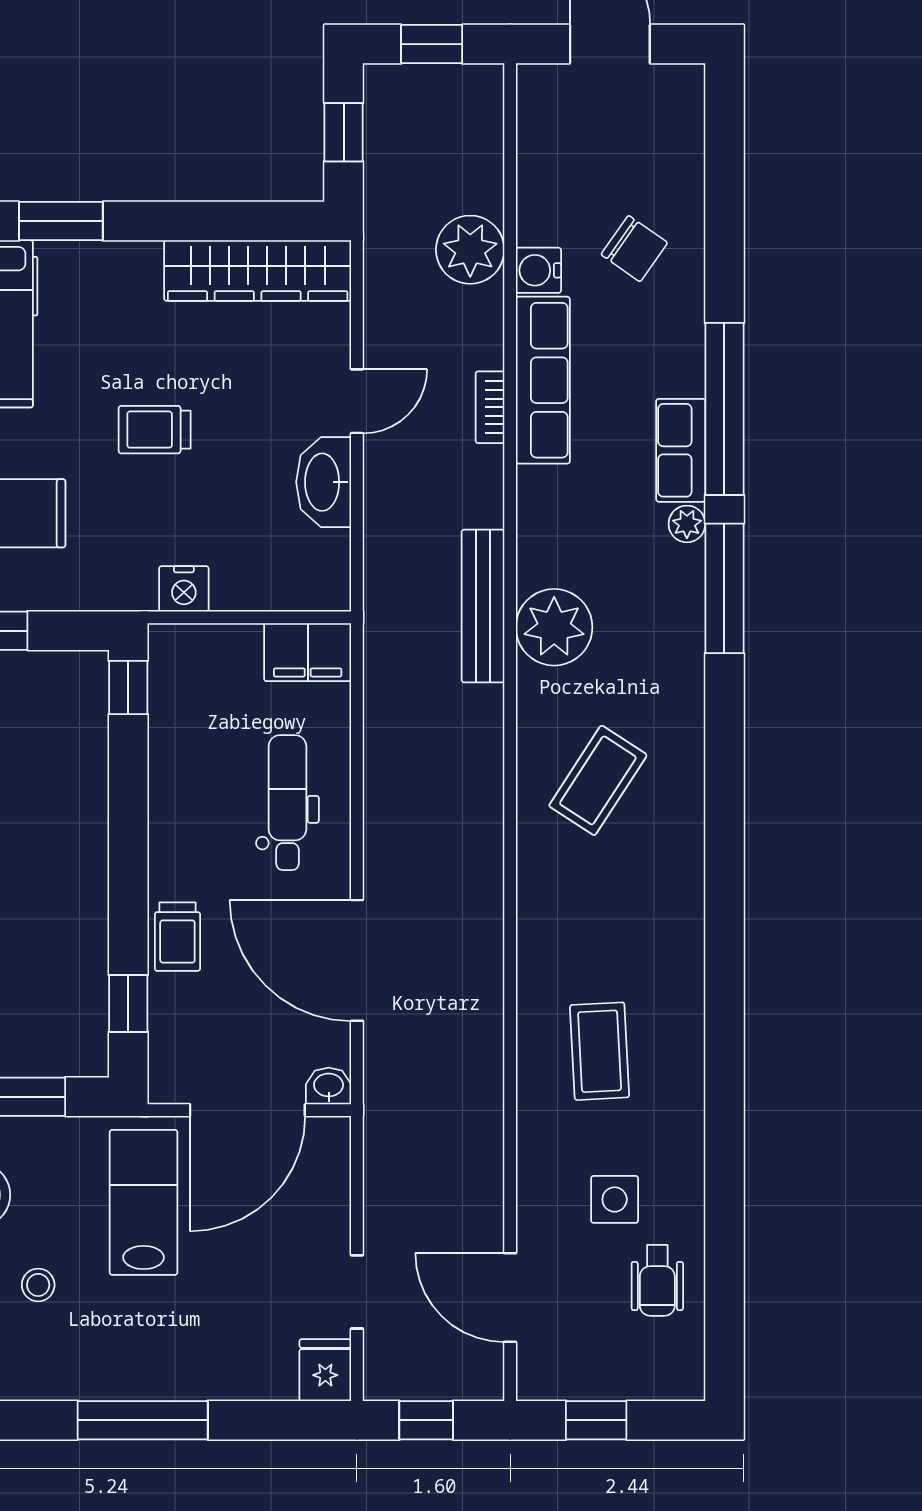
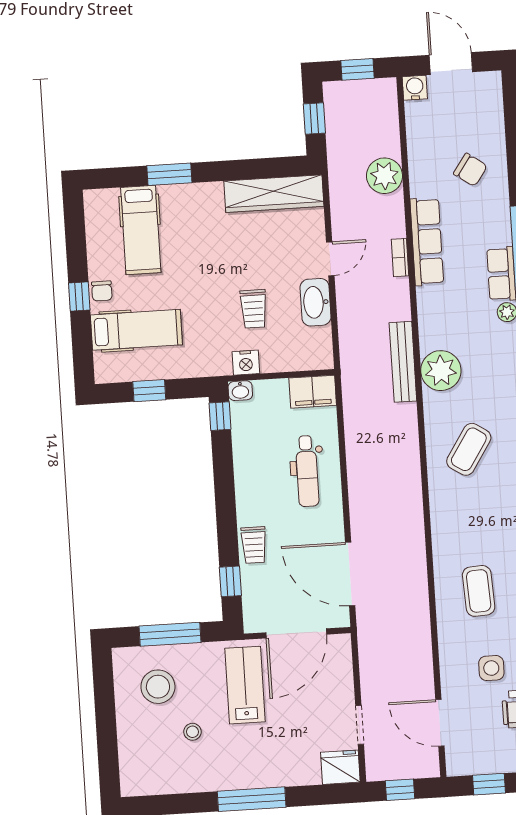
water cooler: (538, 270) -> (415, 88), moved, turned 90
trolley: (155, 430) -> (254, 309), moved, turned -90
dental chair: (287, 803) -> (307, 471), turned 180
door: (357, 960) -> (350, 574), moved
washbasin: (329, 1086) -> (240, 391), moved, turned 180
fridge: (325, 1370) -> (340, 767), width x1.38

